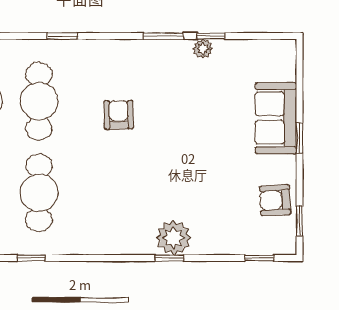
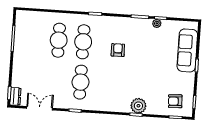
sofa: (276, 118) -> (187, 50), width x1.36
armchair: (275, 200) -> (175, 101), moved

